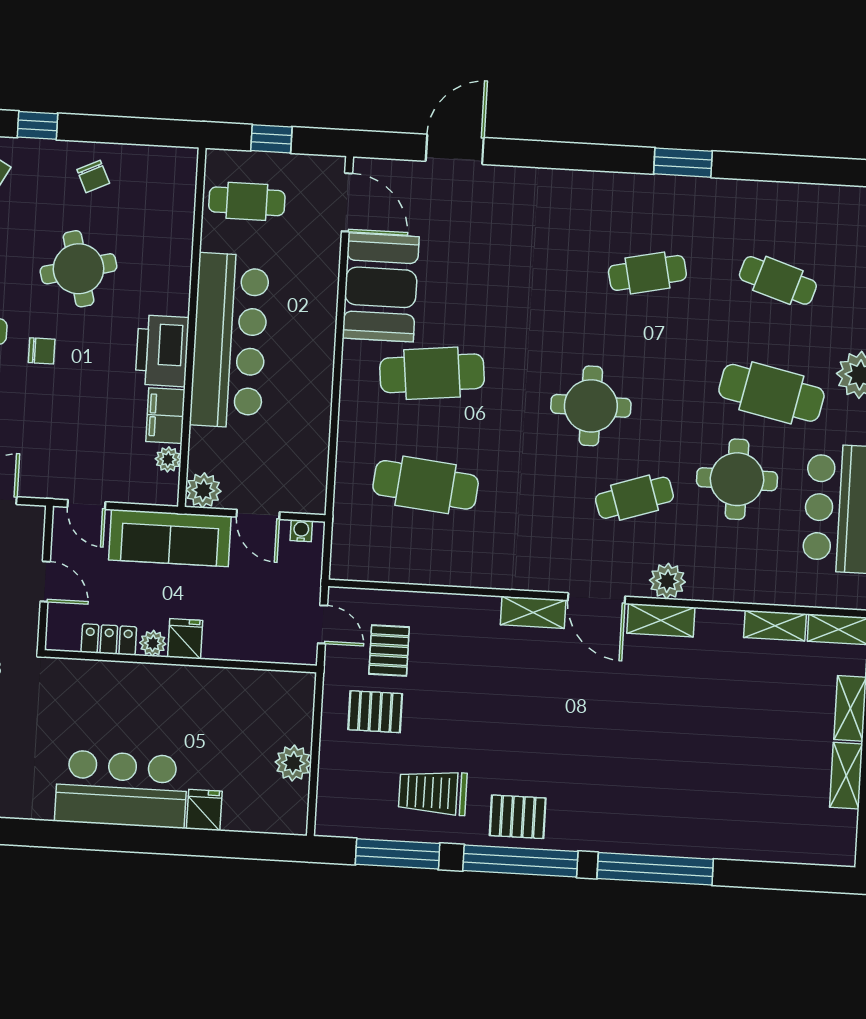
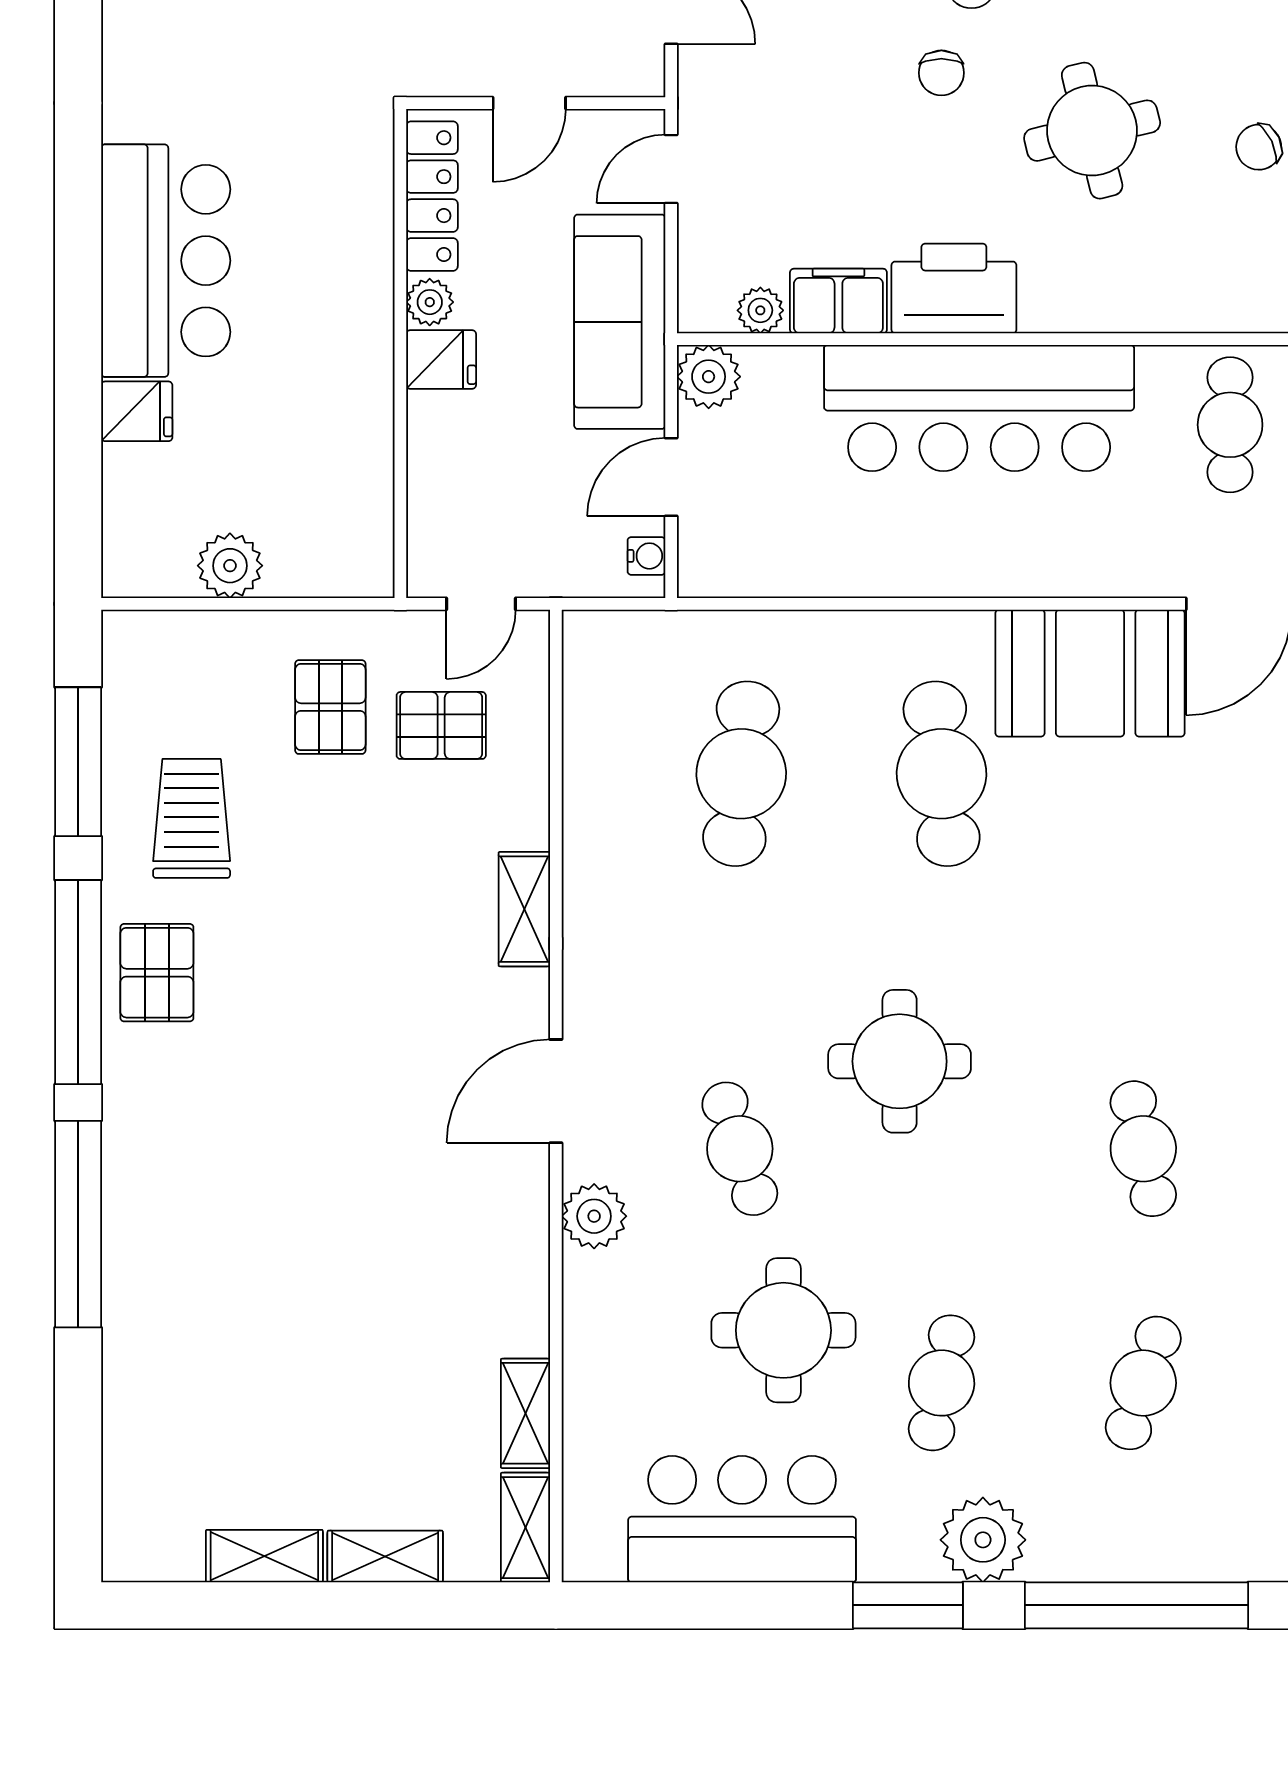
cafe table: (771, 393) -> (942, 1383), width x0.73, depth x0.74
shelving: (533, 612) -> (524, 909), moved
shelving: (661, 620) -> (523, 1209), removed
locker: (109, 639) -> (432, 196), width x1.53

